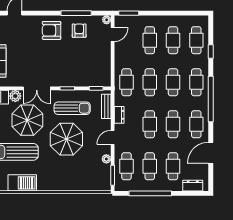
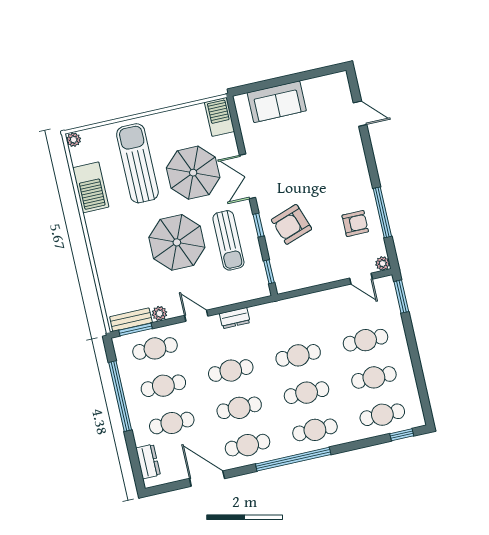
armchair: (52, 30) -> (291, 224), moved, turned -109
window: (211, 51) -> (402, 435), moved
cafe table: (127, 82) -> (290, 318), removed
plant: (15, 96) -> (227, 145), removed
bench: (106, 106) -> (131, 320), moved

